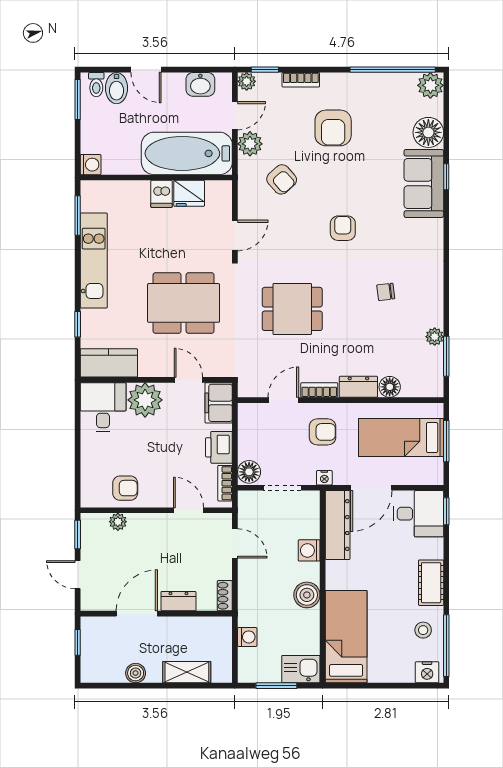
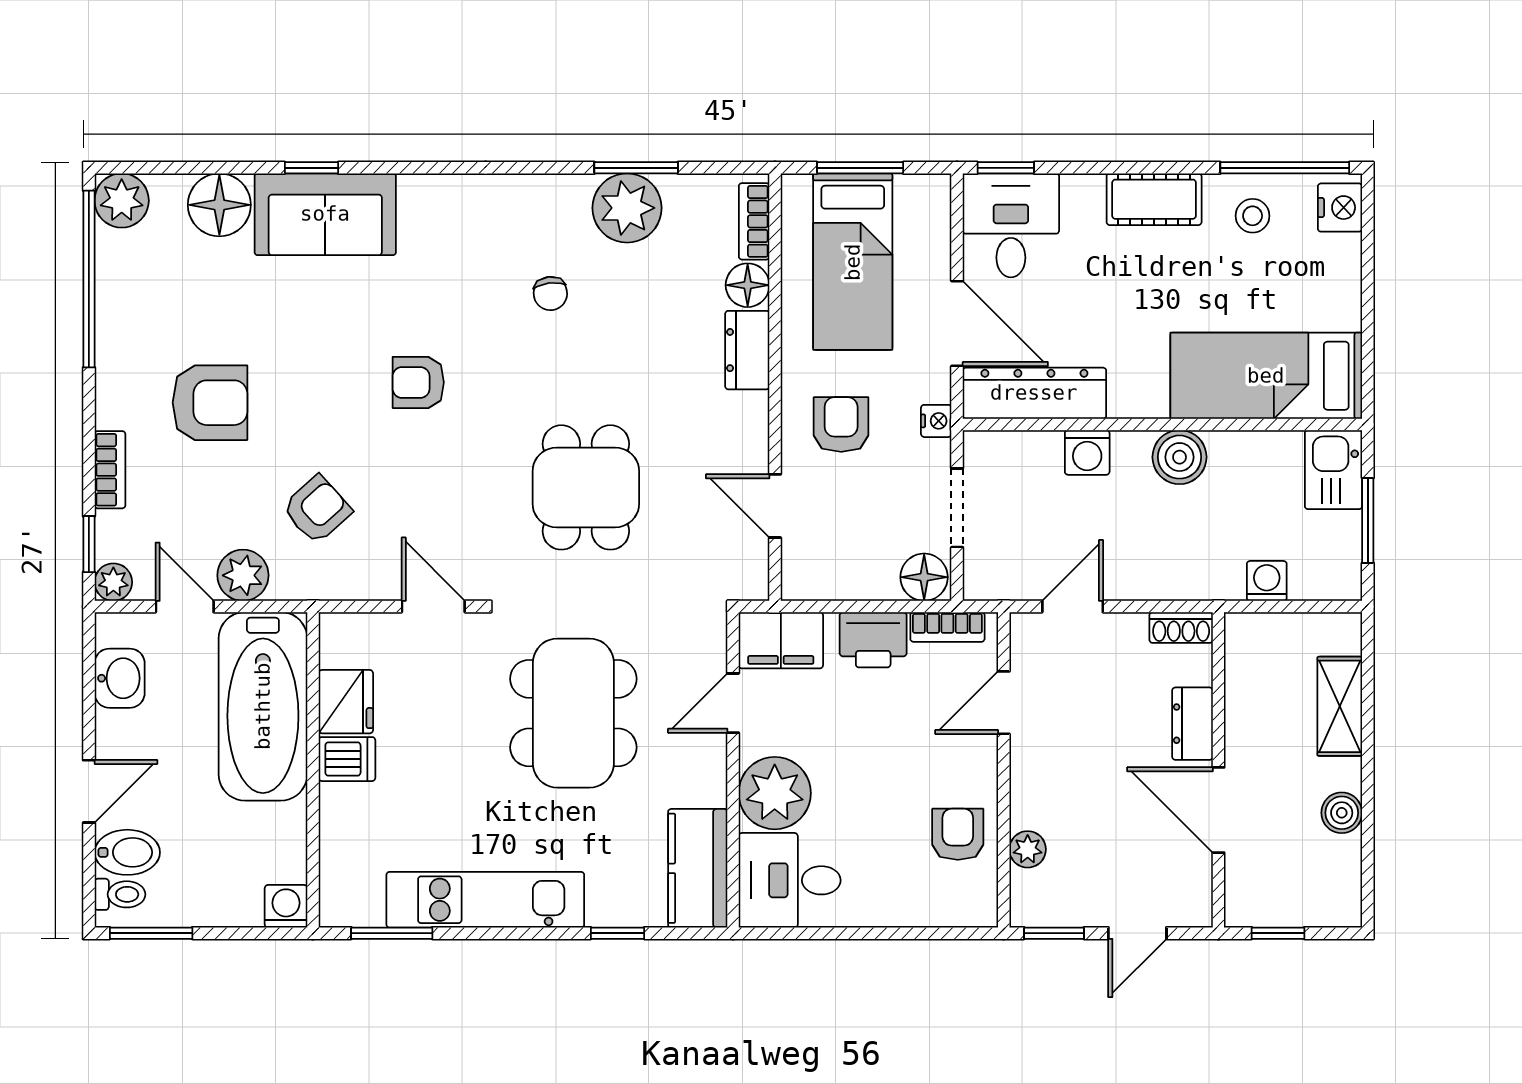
plant: (435, 337) -> (627, 208), width x1.87, depth x1.87
window: (446, 356) -> (636, 168), moved
bookcase: (319, 390) -> (754, 221), moved

